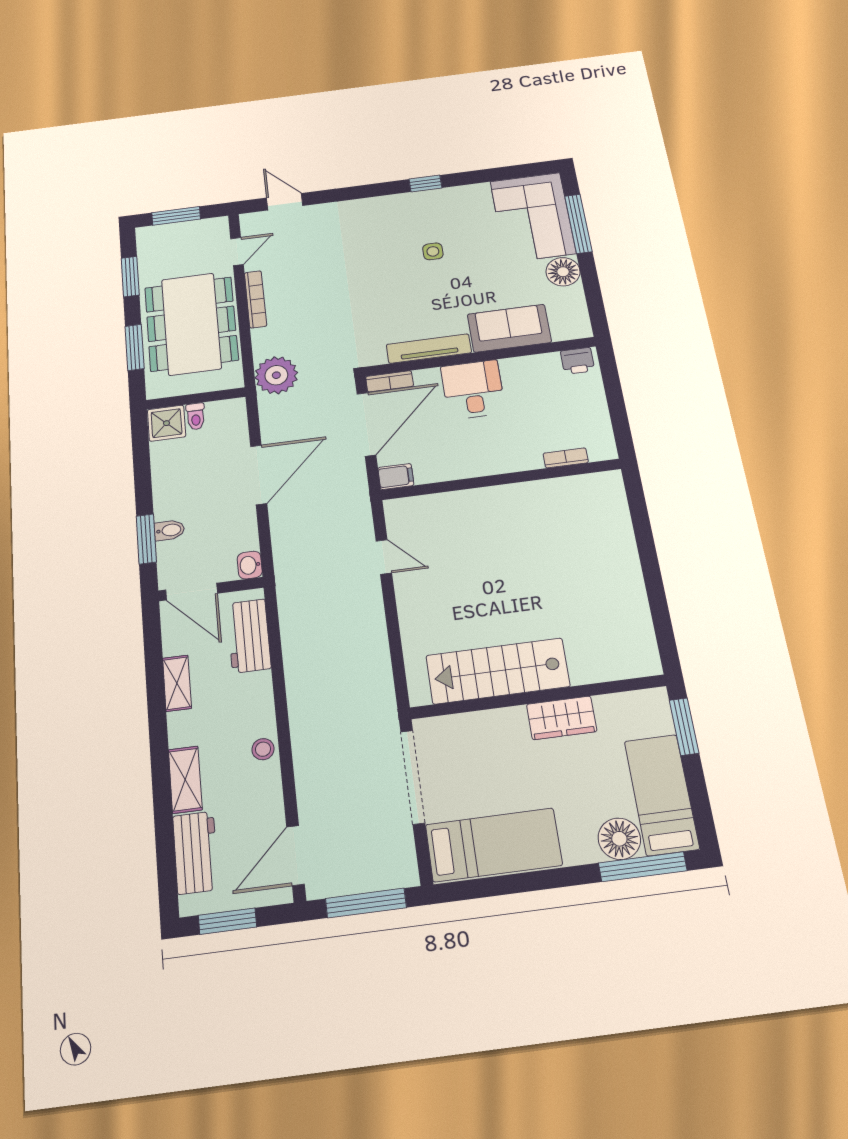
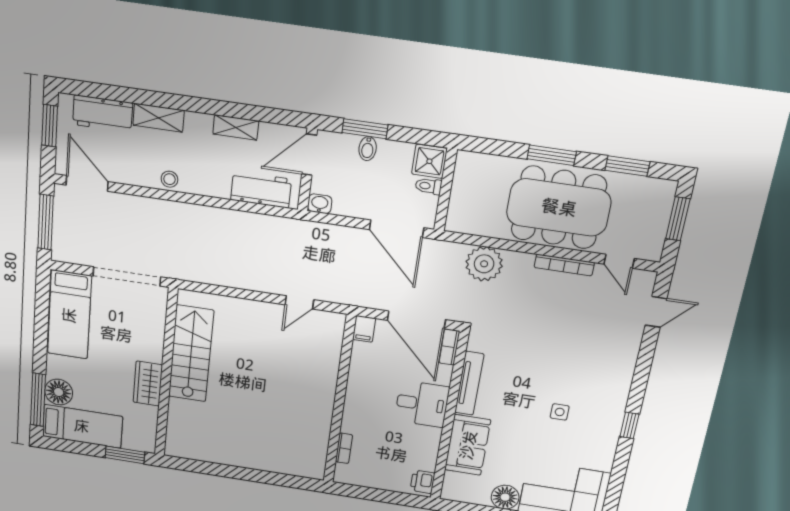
wall: (196, 398) -> (446, 190), moved
toilet: (196, 416) -> (428, 186), moved
shower: (167, 423) -> (429, 161), moved

